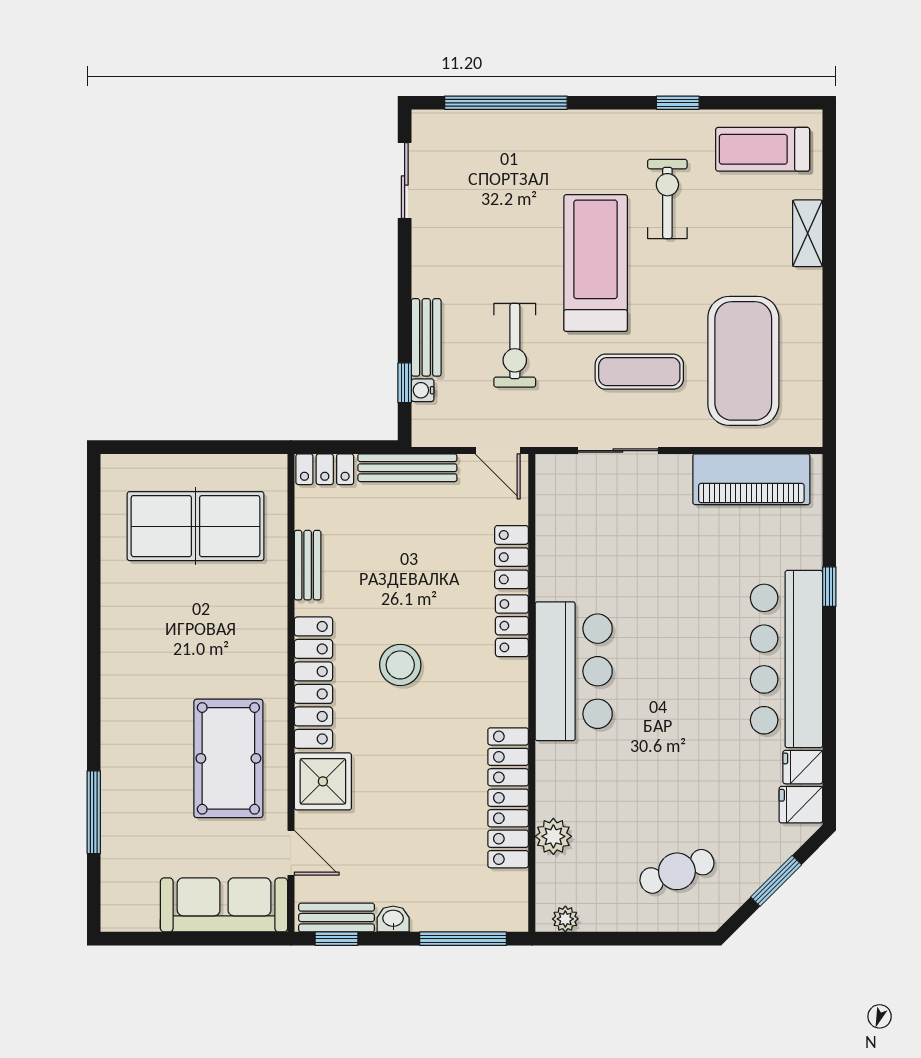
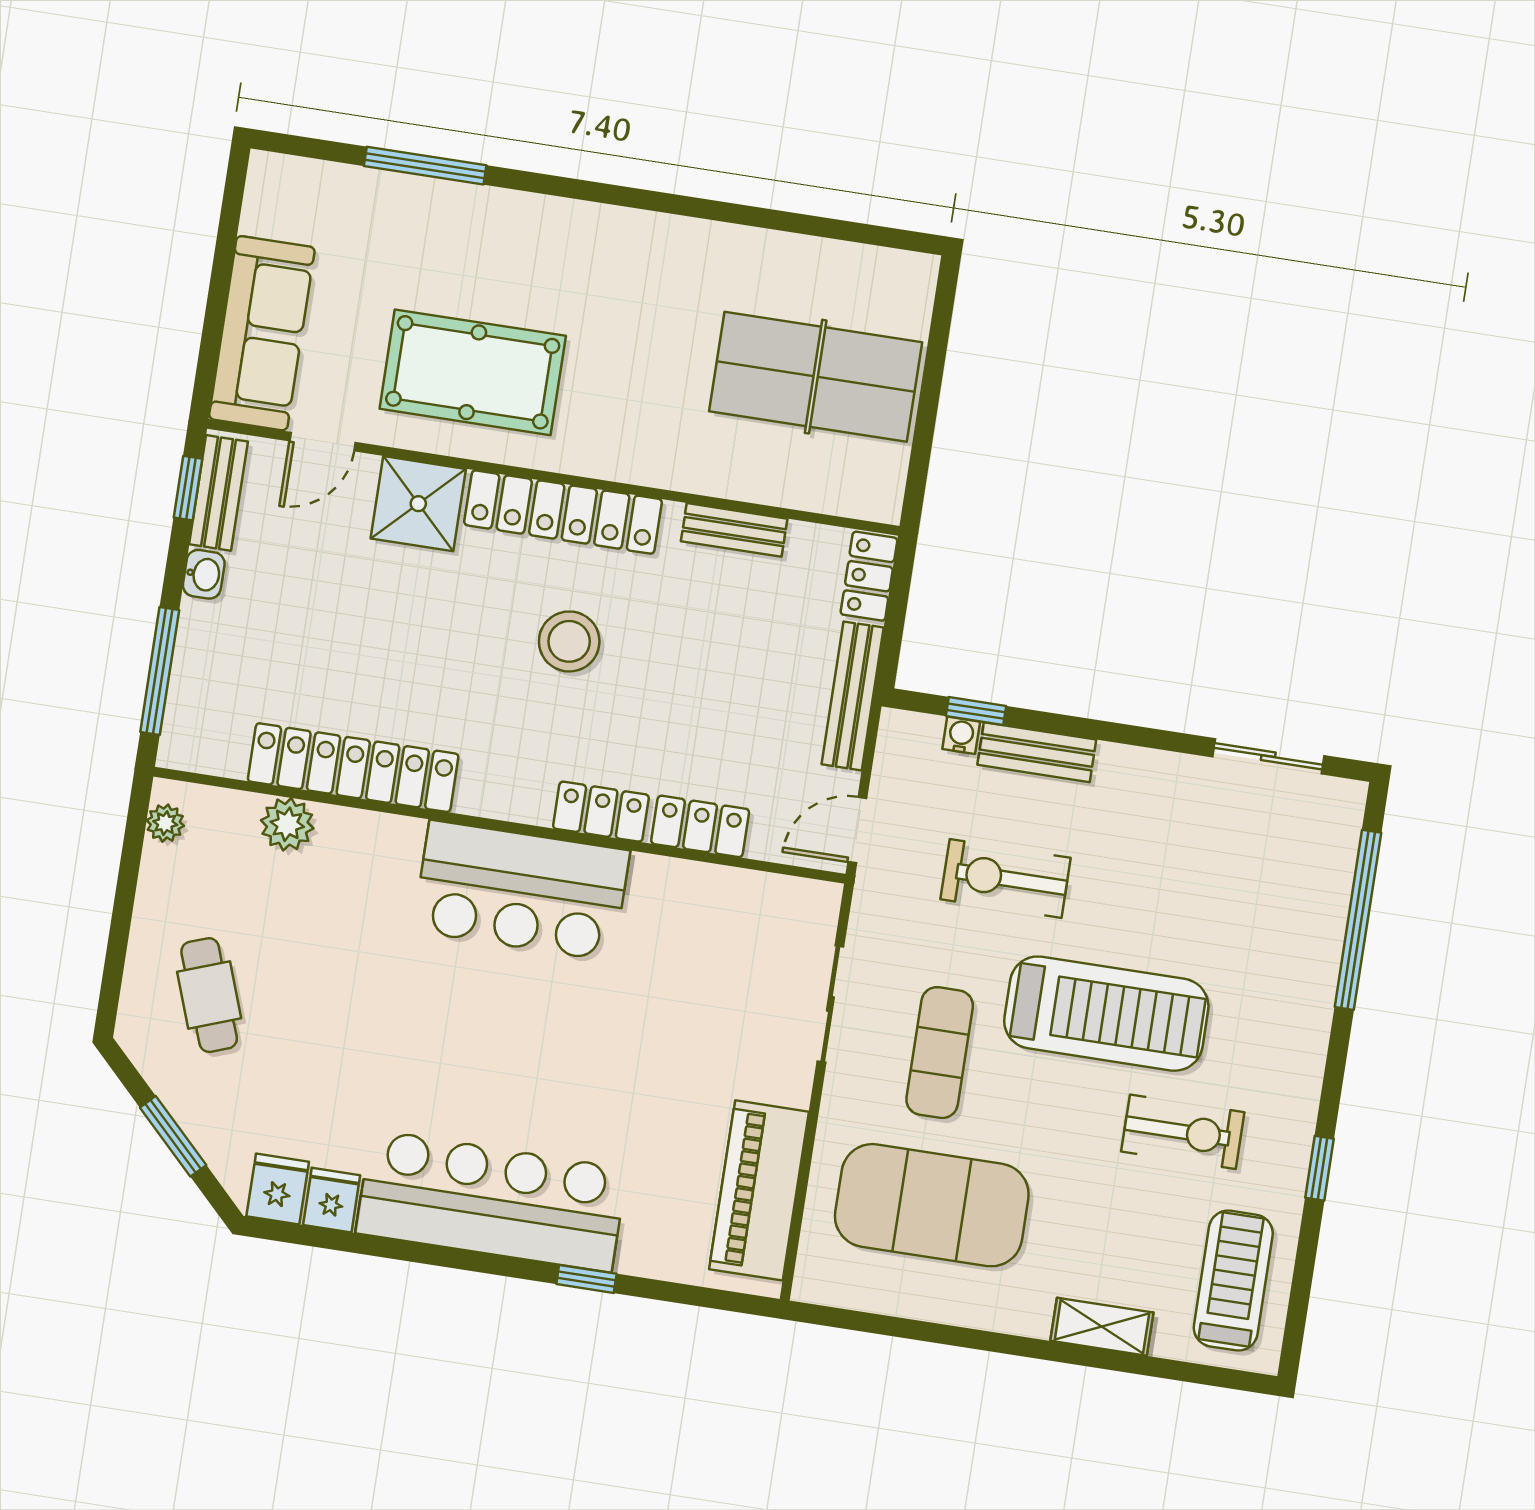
table tennis table: (196, 526) -> (816, 377), turned 90

